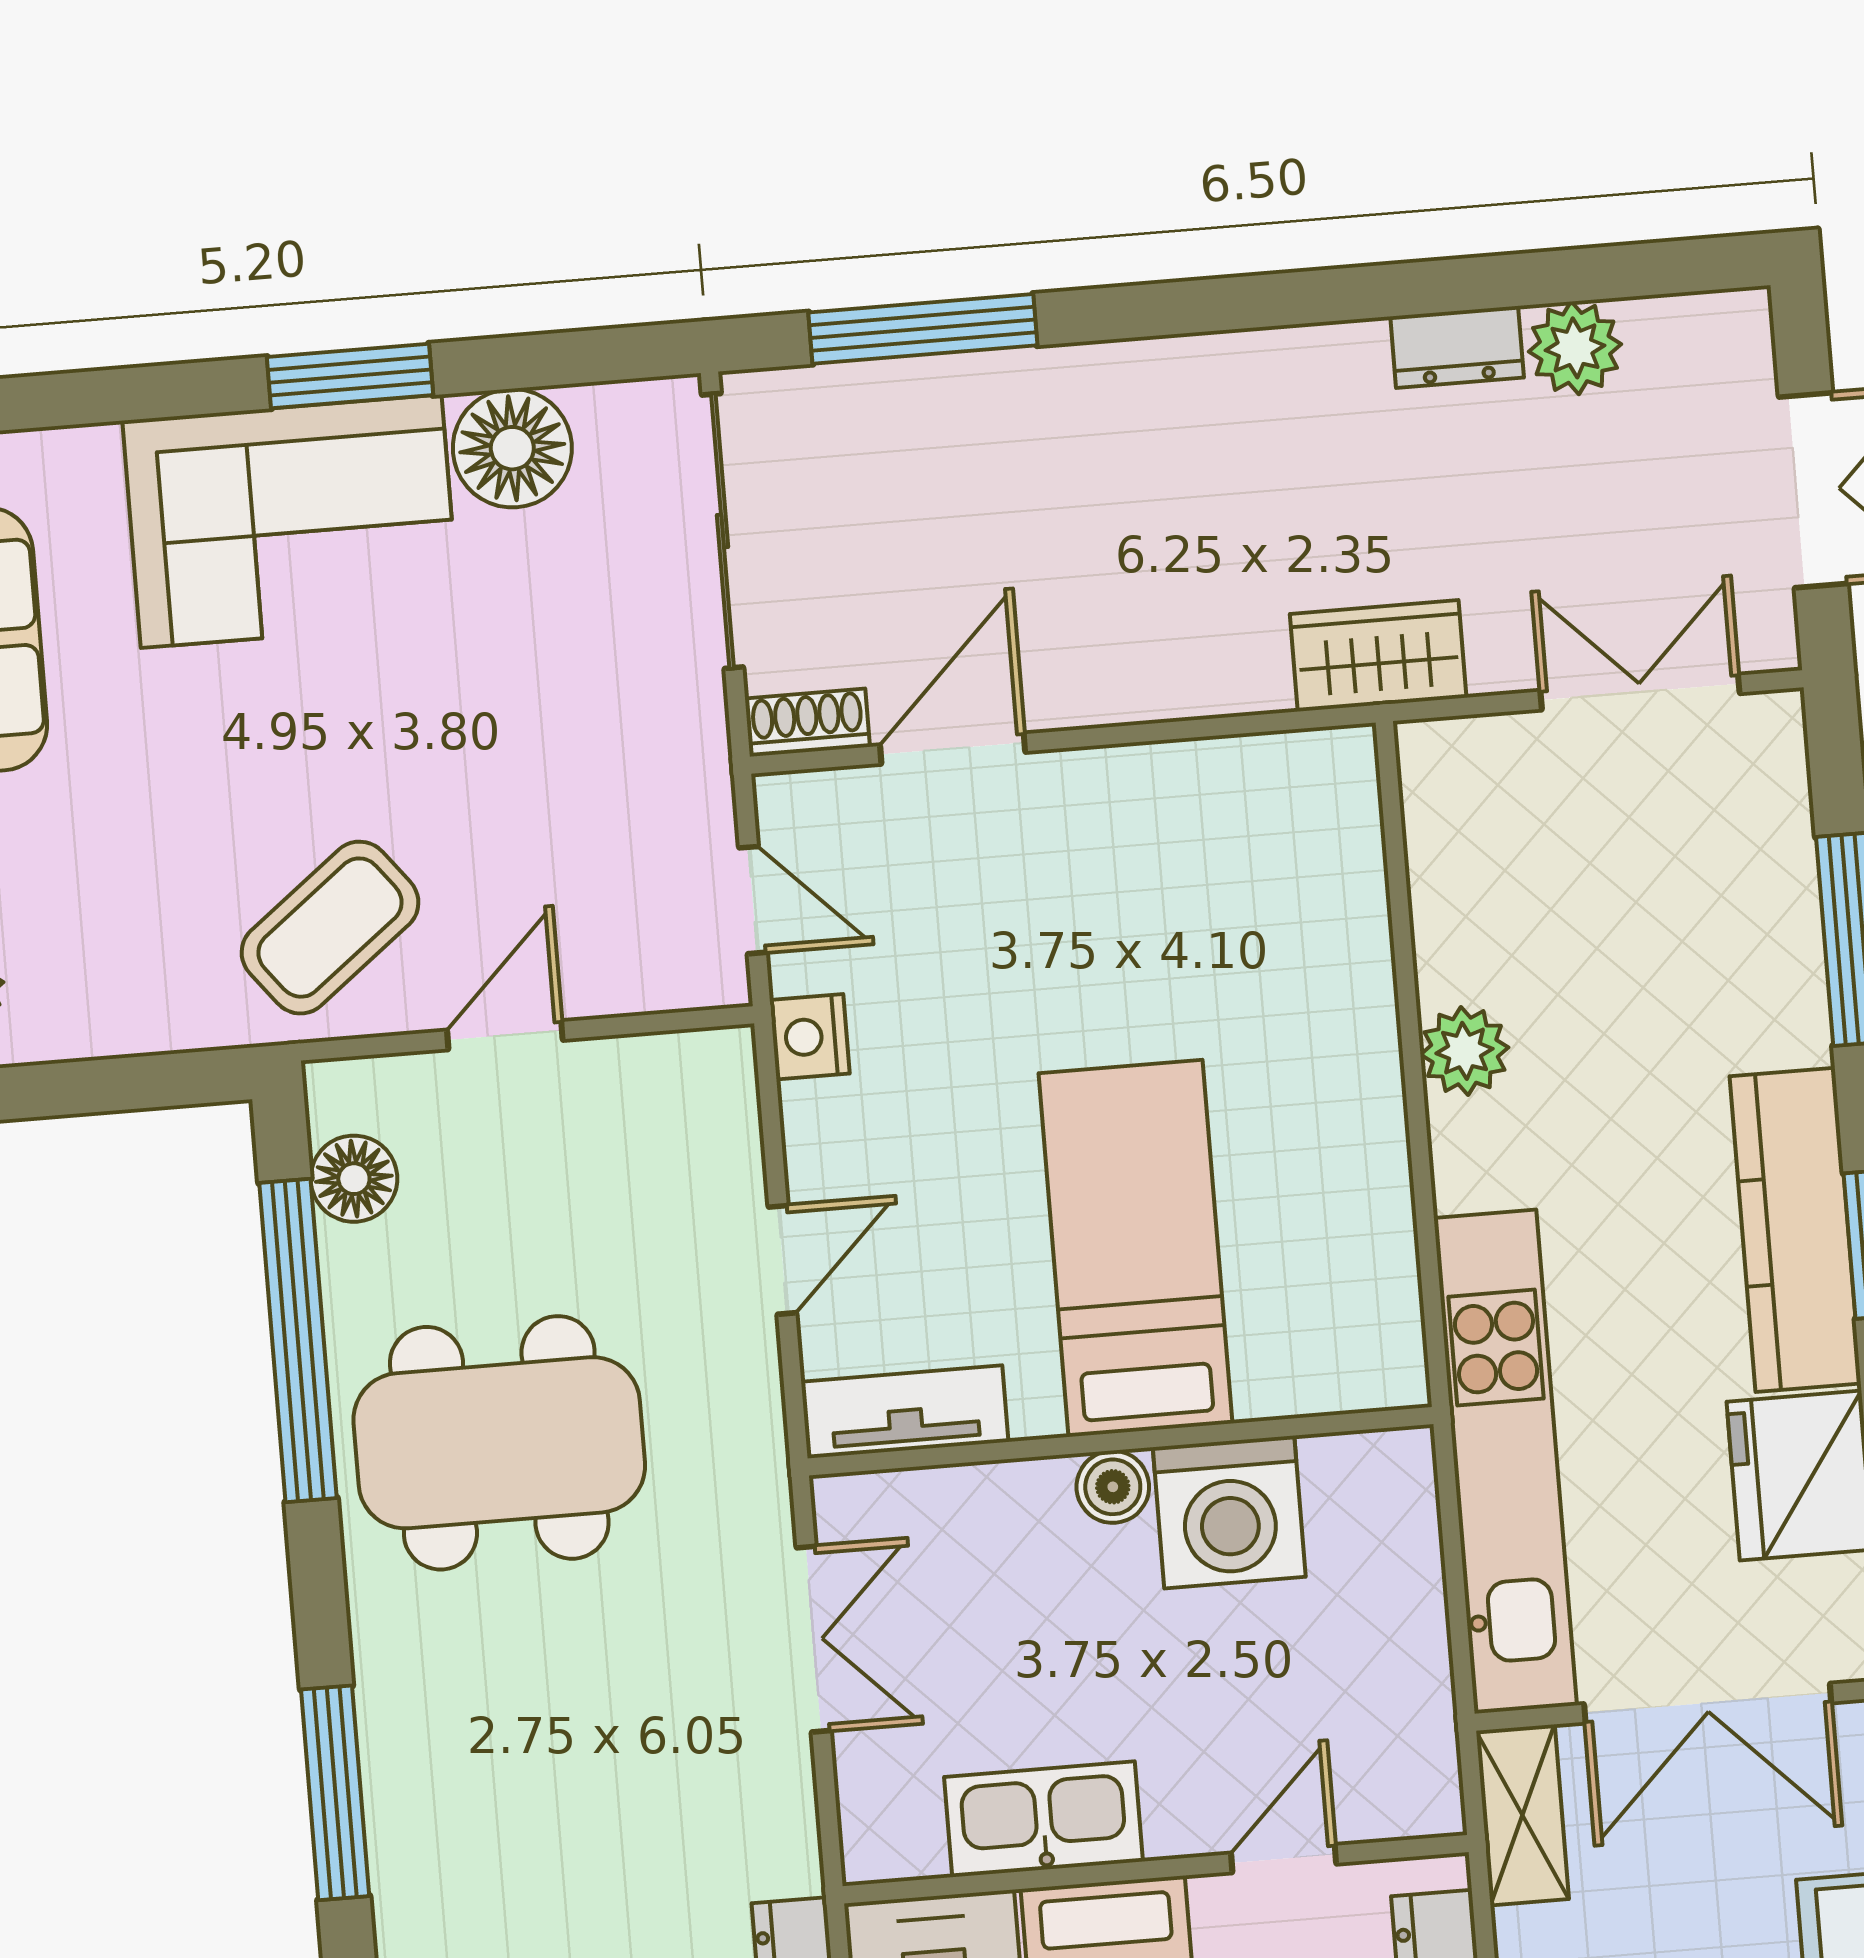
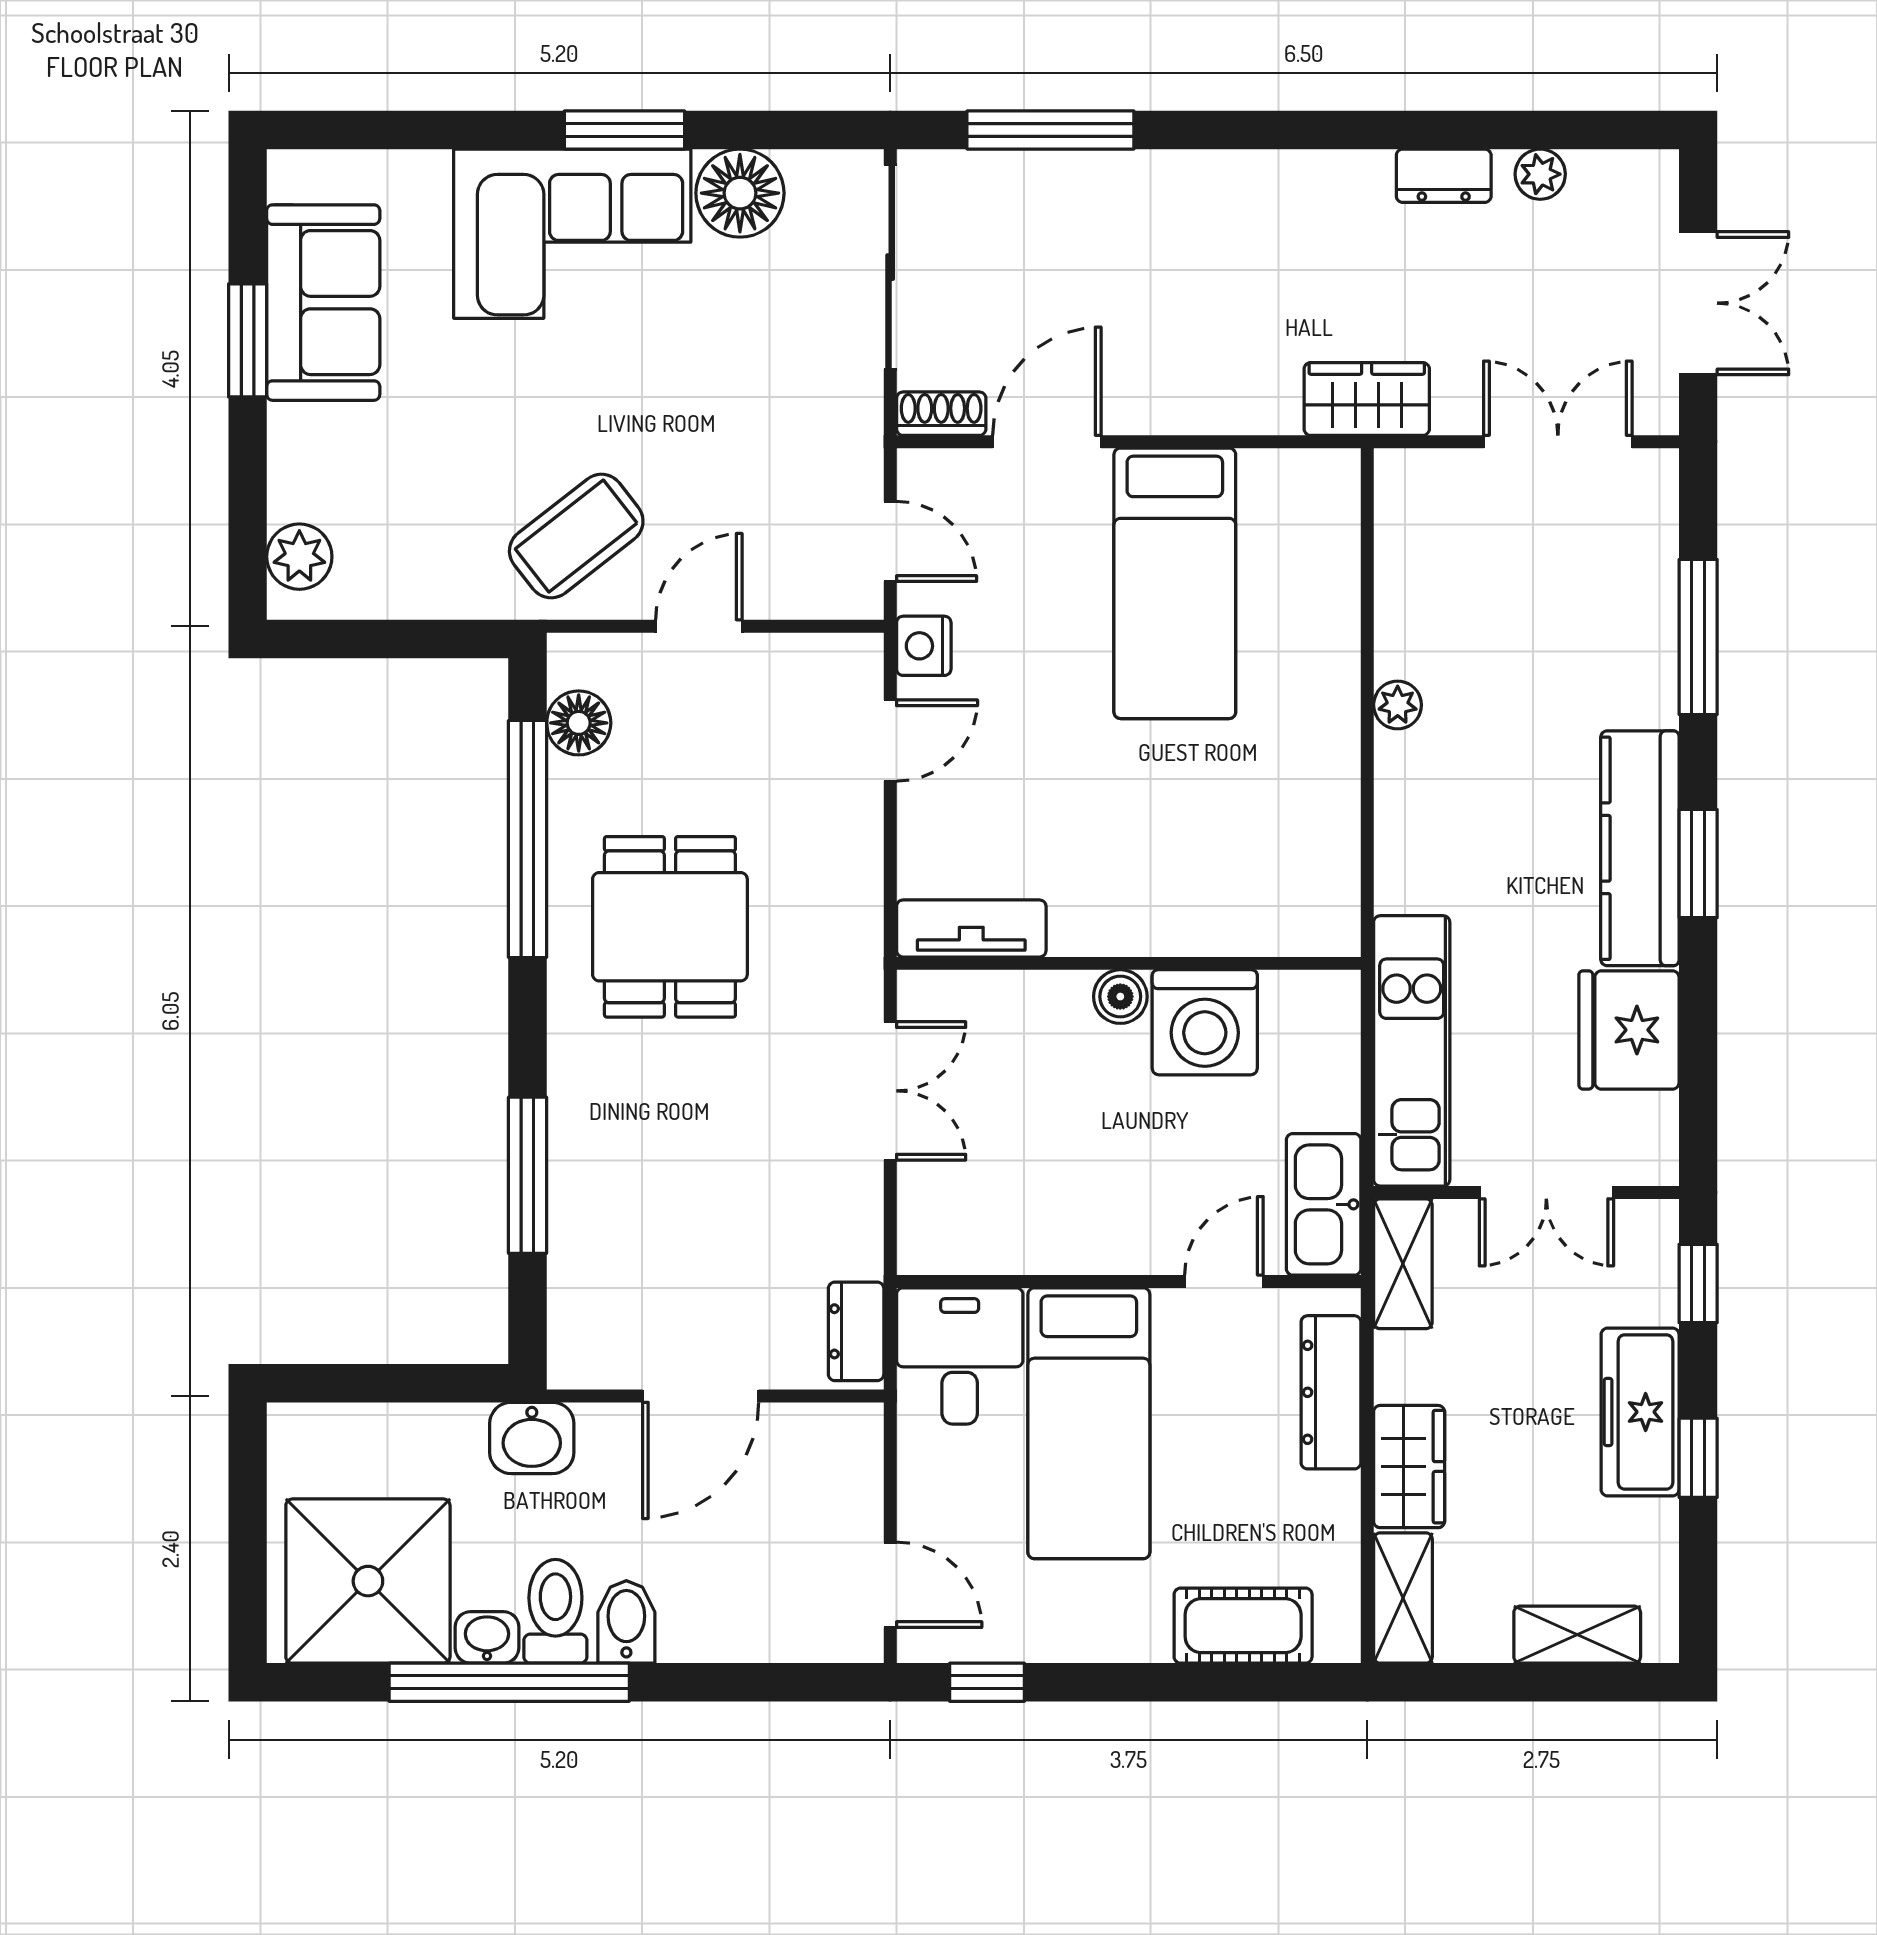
plant: (1575, 348) -> (1540, 174), width x0.73, depth x0.73
plant: (1464, 1051) -> (1398, 705), width x0.73, depth x0.73
bed: (1135, 1248) -> (1175, 583), moved, turned 180
door: (782, 1260) -> (890, 740), moved
dining table: (499, 1443) -> (670, 927), width x0.73
kitchen unit: (1505, 1462) -> (1412, 1051), width x0.73
double door: (1708, 1703) -> (1546, 1192), width x0.73
kitchen sink: (1044, 1819) -> (1324, 1204), moved, turned -90

